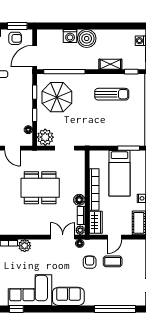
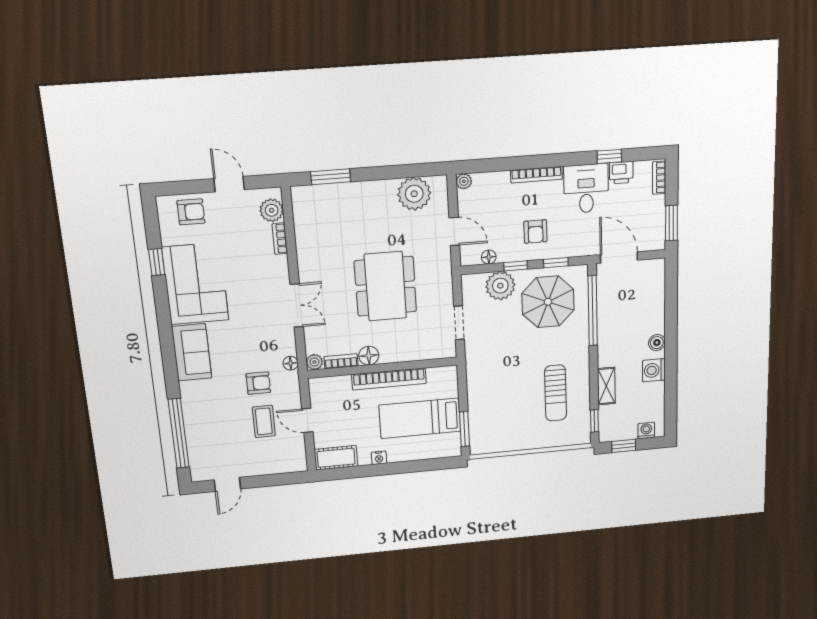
washing machine: (70, 36) -> (654, 370), moved
armchair: (15, 38) -> (535, 232), moved
boiler: (87, 38) -> (657, 343), width x0.54, depth x0.54
plant: (45, 137) -> (500, 286), moved
door: (12, 148) -> (454, 231), swing flipped
wardrobe: (96, 222) -> (331, 387), removed
double door: (63, 237) -> (297, 305), moved
plant: (25, 246) -> (277, 267), removed

